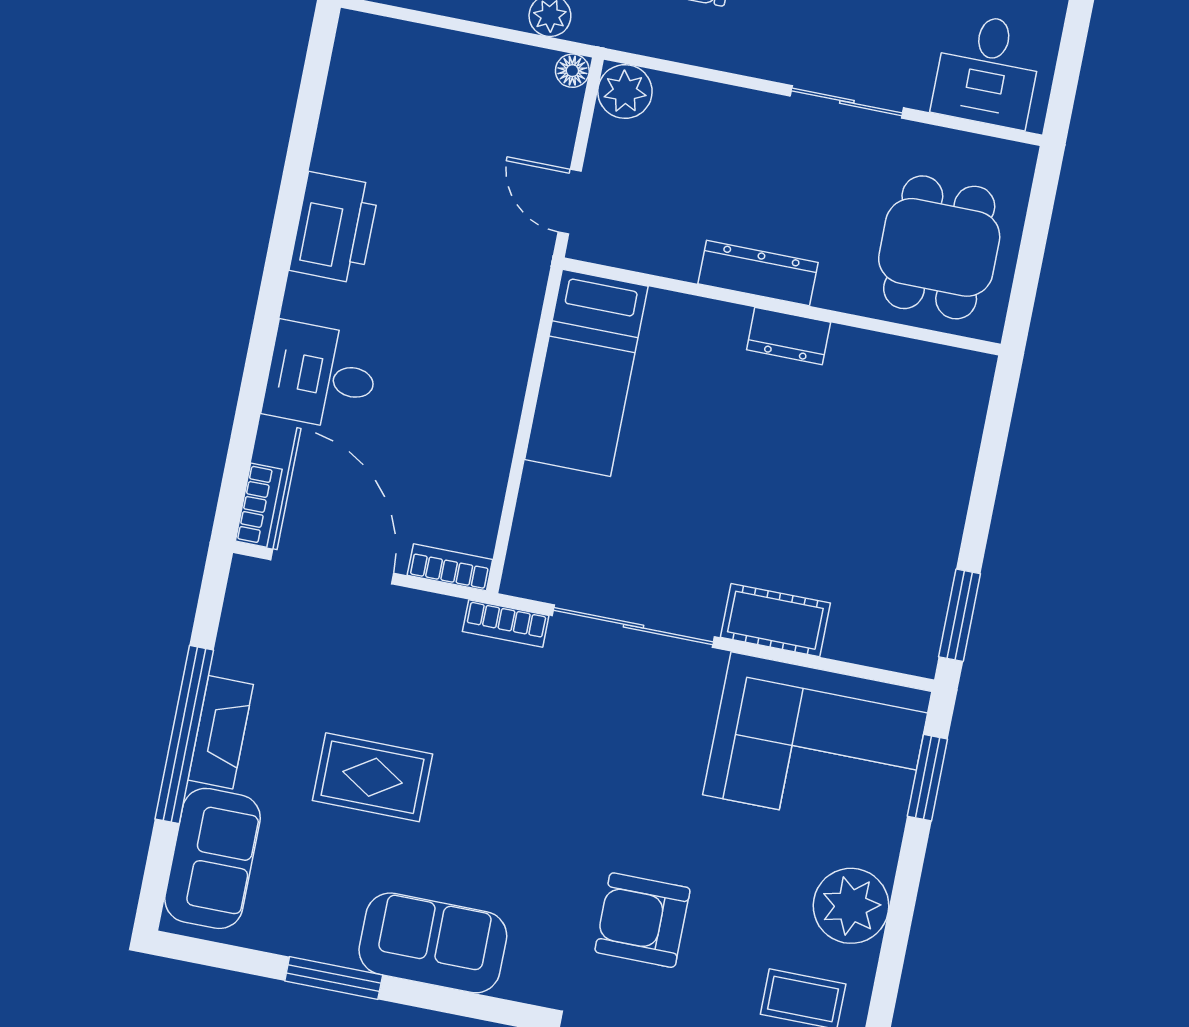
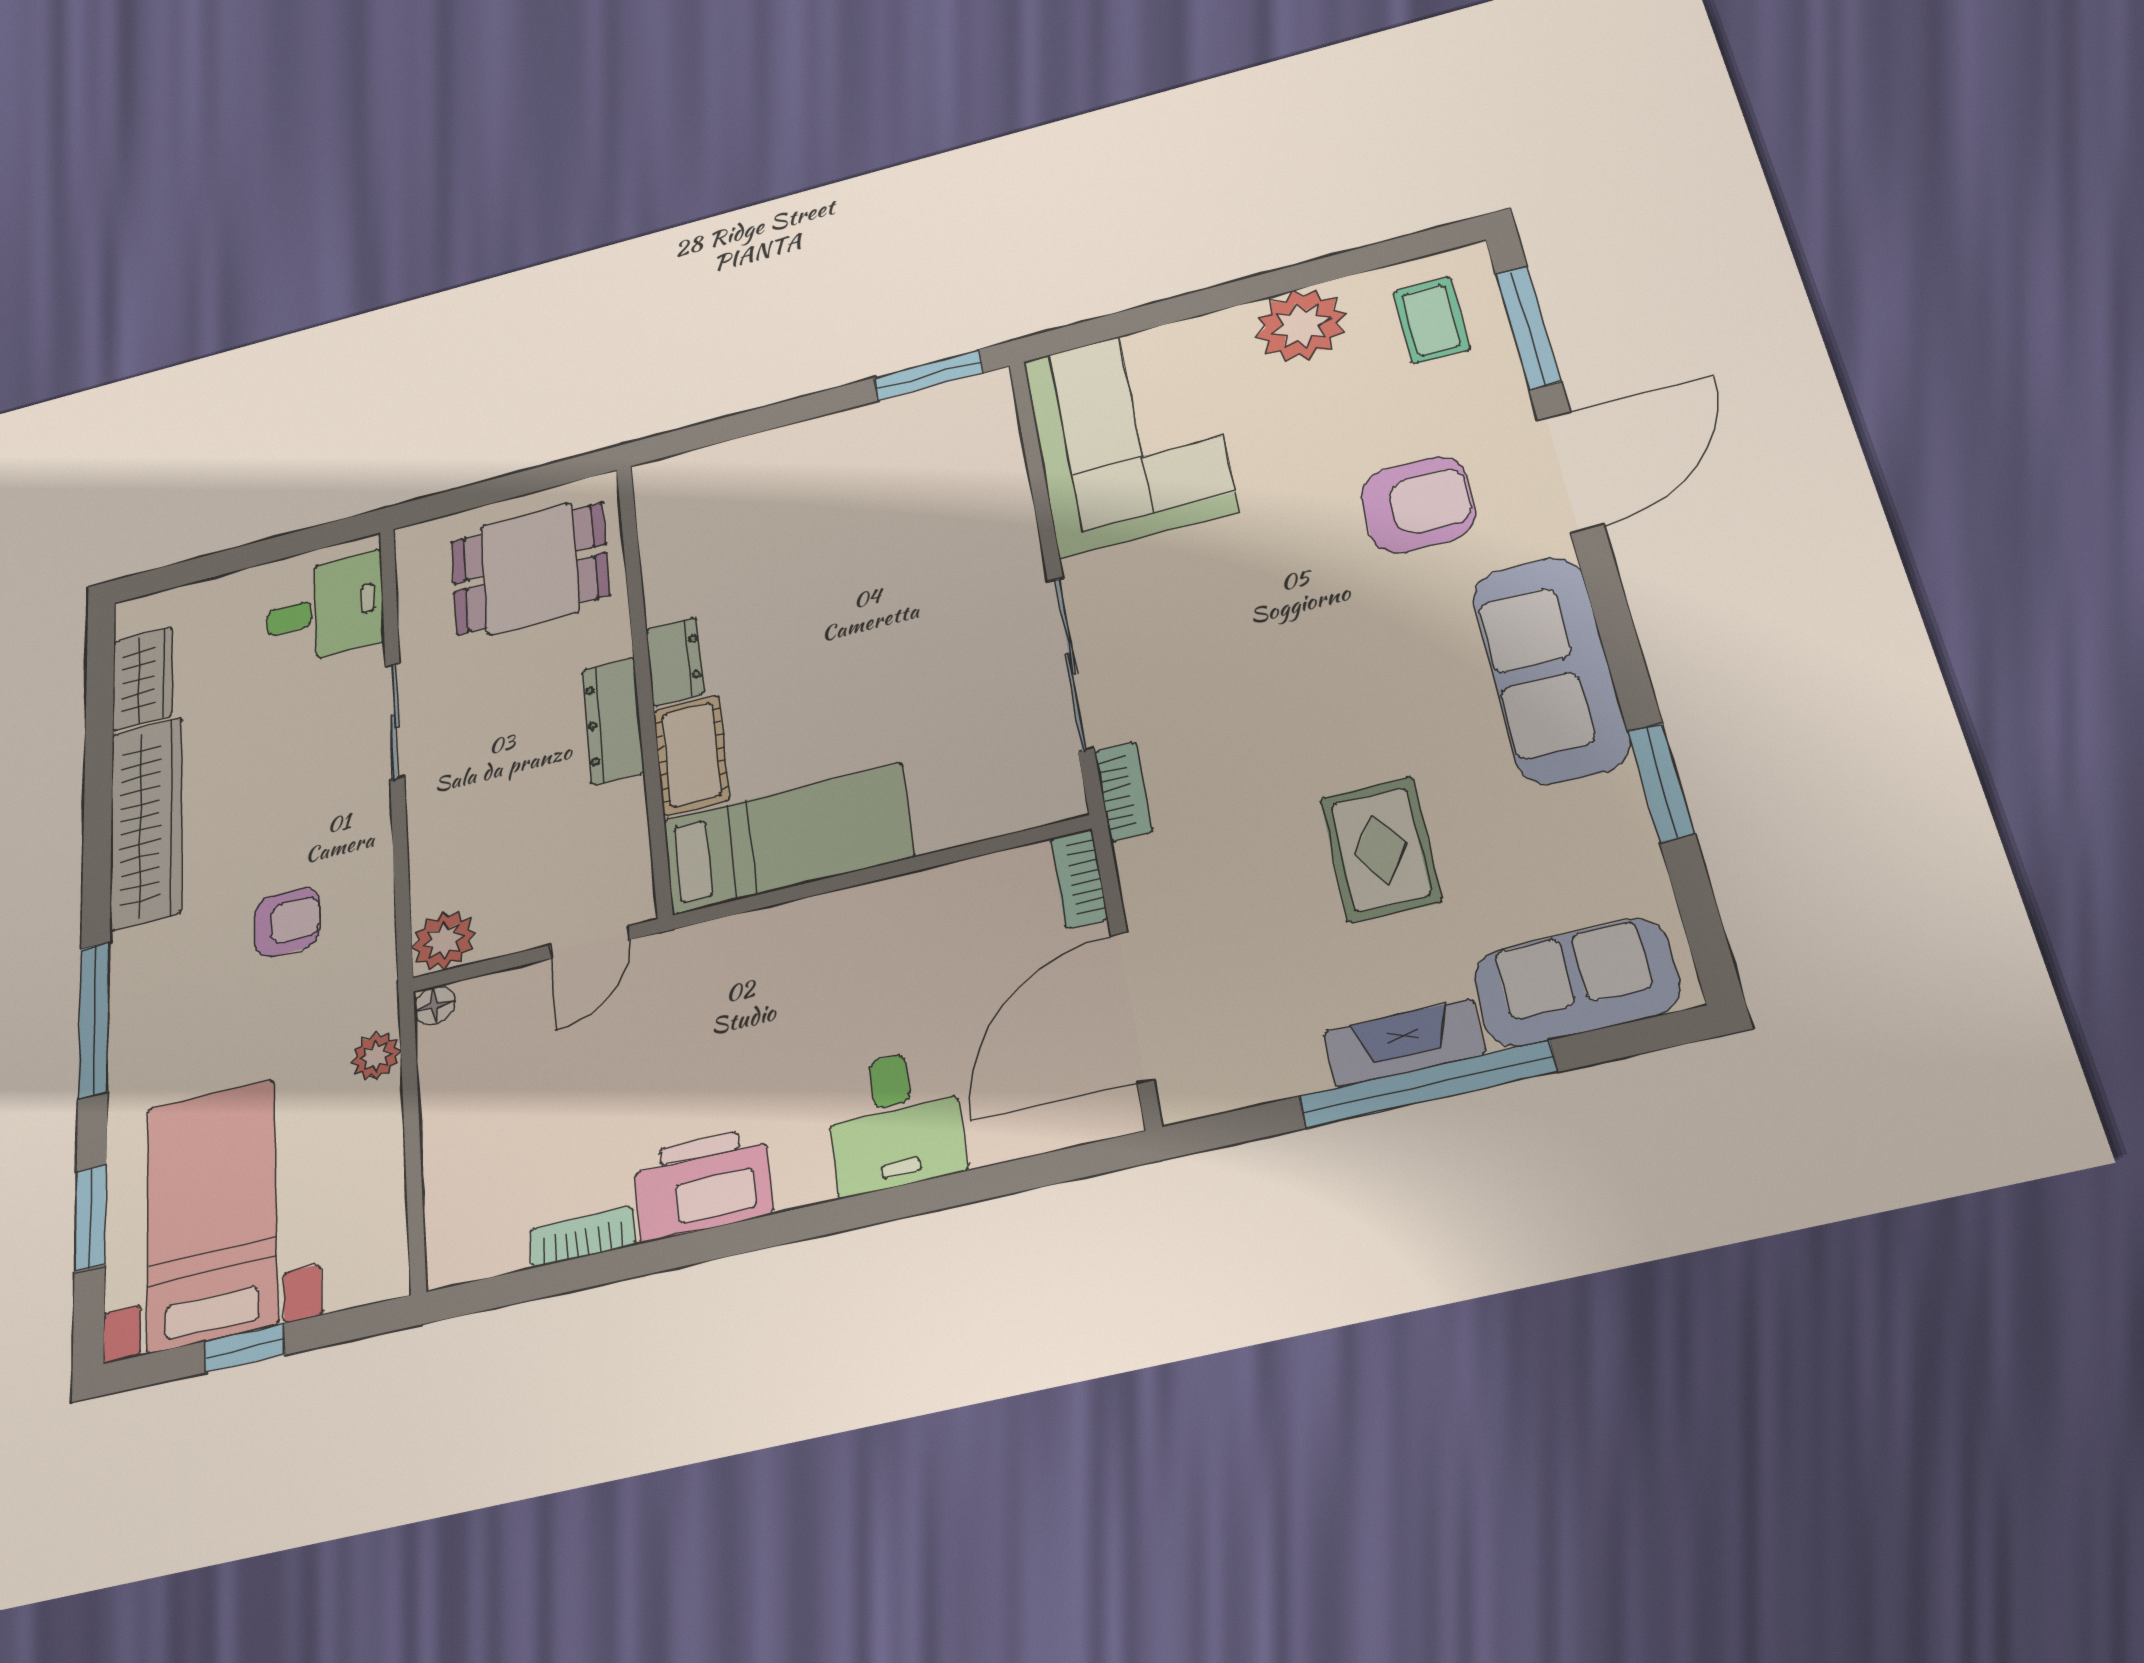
bookcase: (259, 505) -> (582, 1237), moved
cot: (775, 620) -> (691, 755), moved
window: (927, 778) -> (1122, 324), removed
armchair: (642, 920) -> (1418, 504), turned -90
sofa: (433, 943) -> (1551, 669), width x1.36

